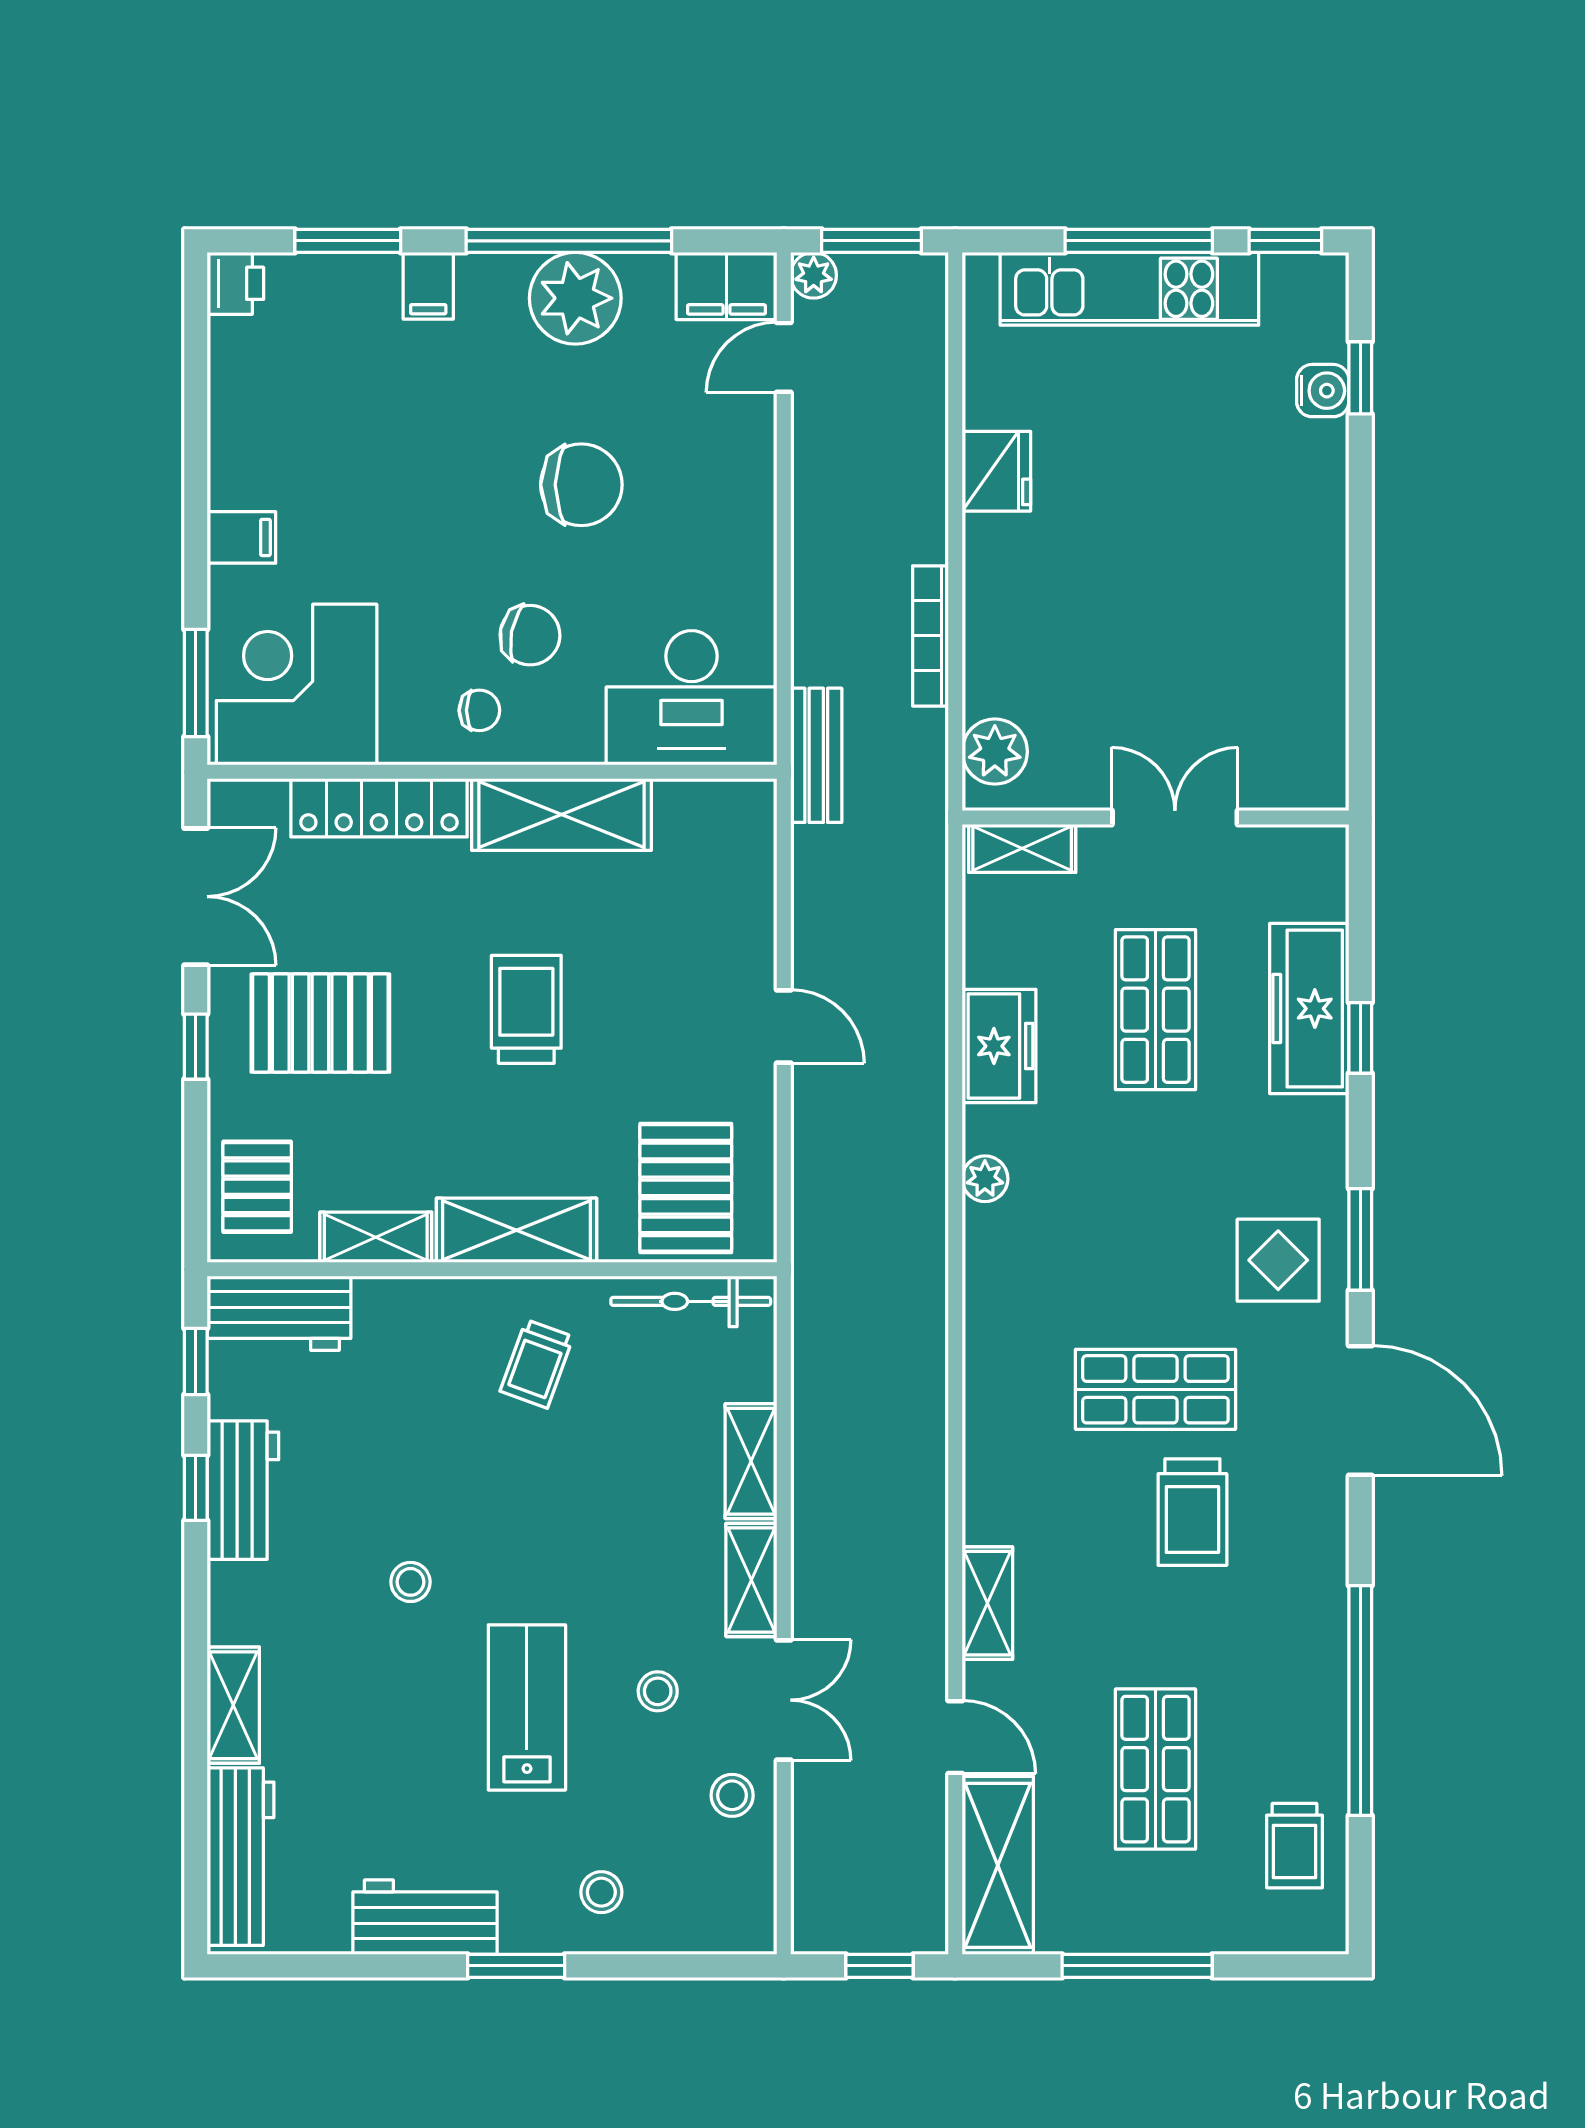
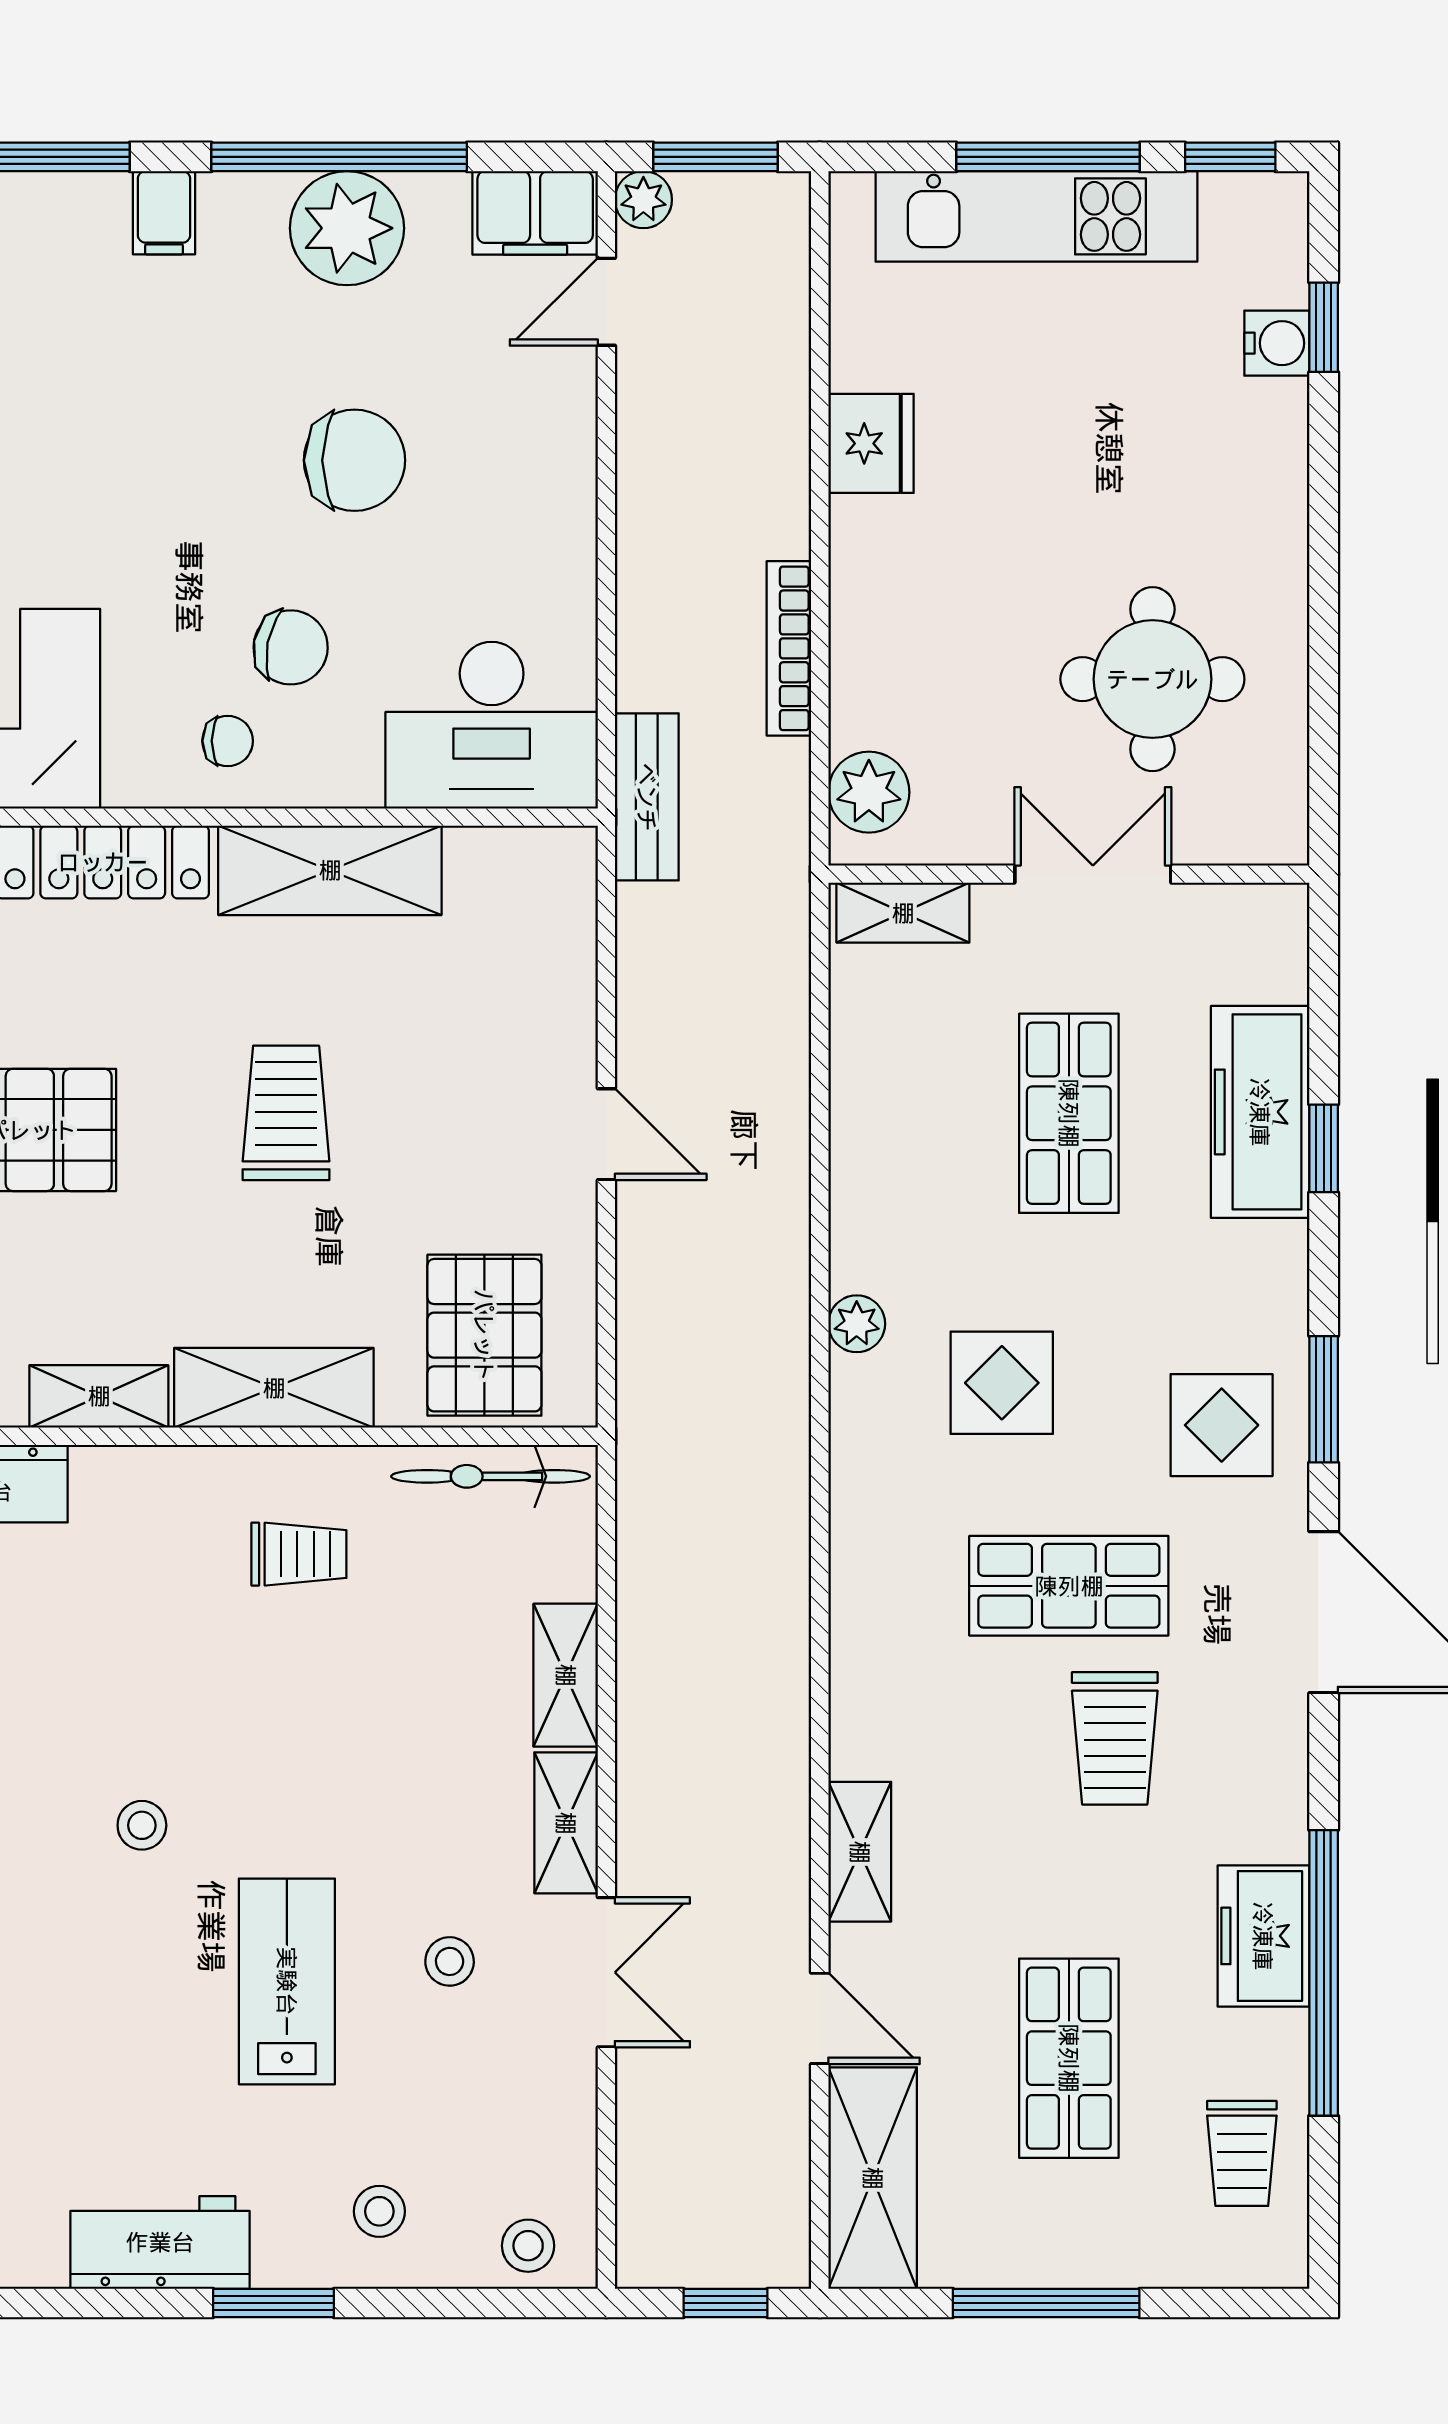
round table: (1223, 661) -> (1152, 679), added
freezer: (999, 1046) -> (1263, 1936), moved, turned 180
display table: (1102, 1226) -> (1002, 1383), added
trolley: (537, 1364) -> (299, 1554), turned -110
stool: (732, 1795) -> (528, 2246), moved

